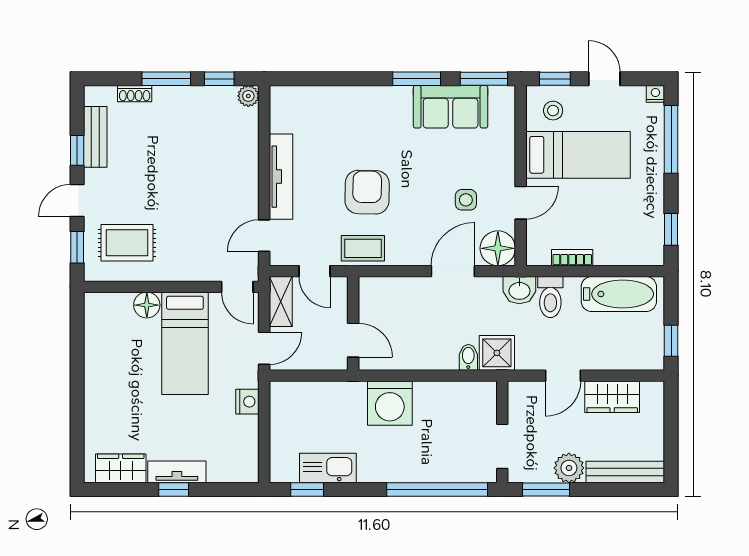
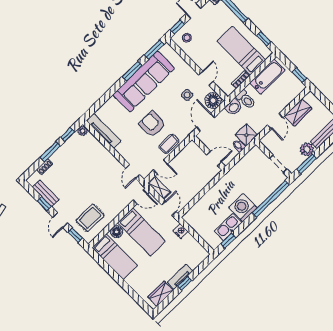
sofa: (451, 107) -> (144, 81), width x1.85, depth x1.27
bed: (578, 155) -> (241, 51), moved, turned -90
tv unit: (281, 177) -> (104, 131), moved
wall: (353, 323) -> (209, 153), moved
door: (353, 340) -> (214, 158), moved
bed: (106, 341) -> (115, 257), added
washing machine: (390, 403) -> (243, 208), moved, turned 180

